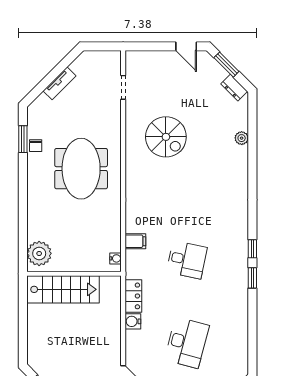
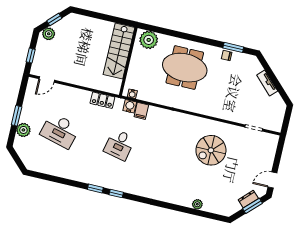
dresser: (234, 88) -> (248, 199), moved
meeting table: (81, 169) -> (185, 68), moved
water cooler: (133, 321) -> (130, 106), moved

